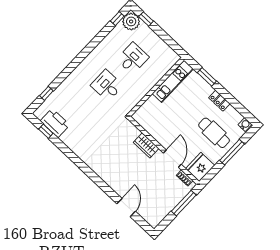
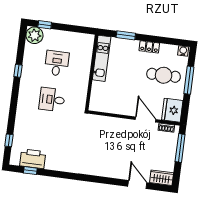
window: (117, 19) -> (18, 71), moved
wardrobe: (146, 145) -> (162, 178), moved, turned 180

